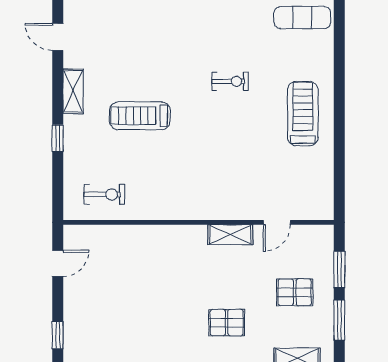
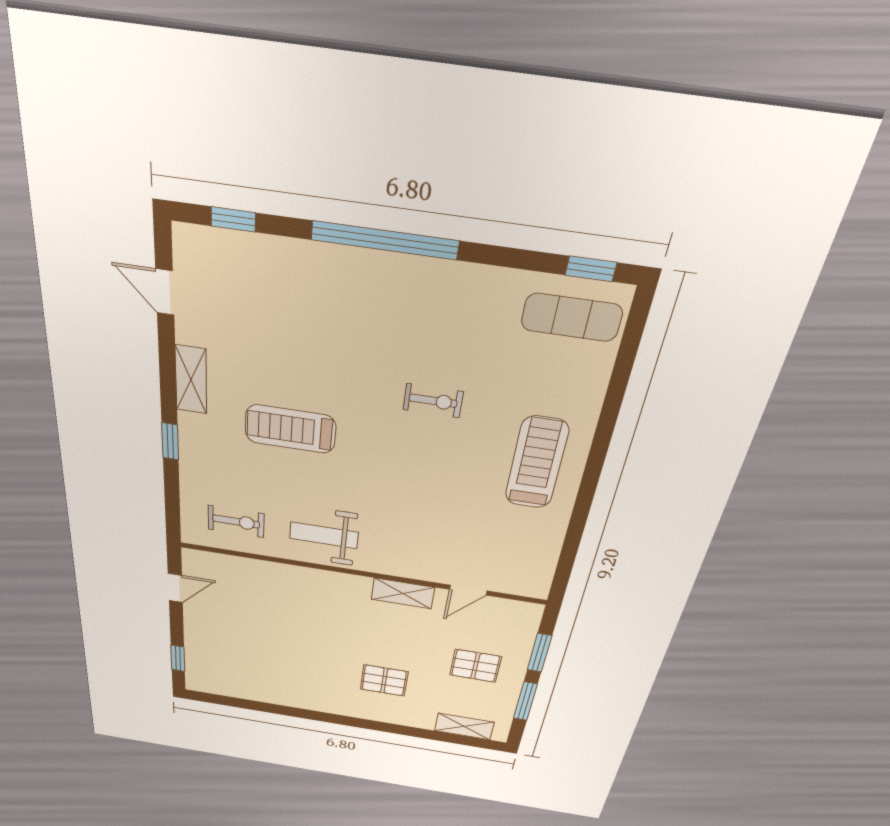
weight bench: (168, 195) -> (324, 535), added

